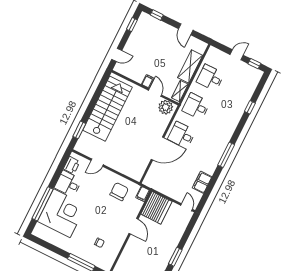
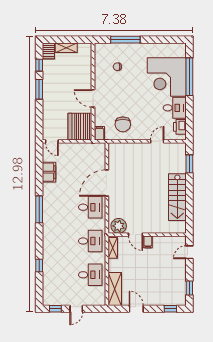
shelving: (190, 66) -> (115, 289), moved
stairs: (107, 109) -> (177, 197), width x0.73, depth x0.66

